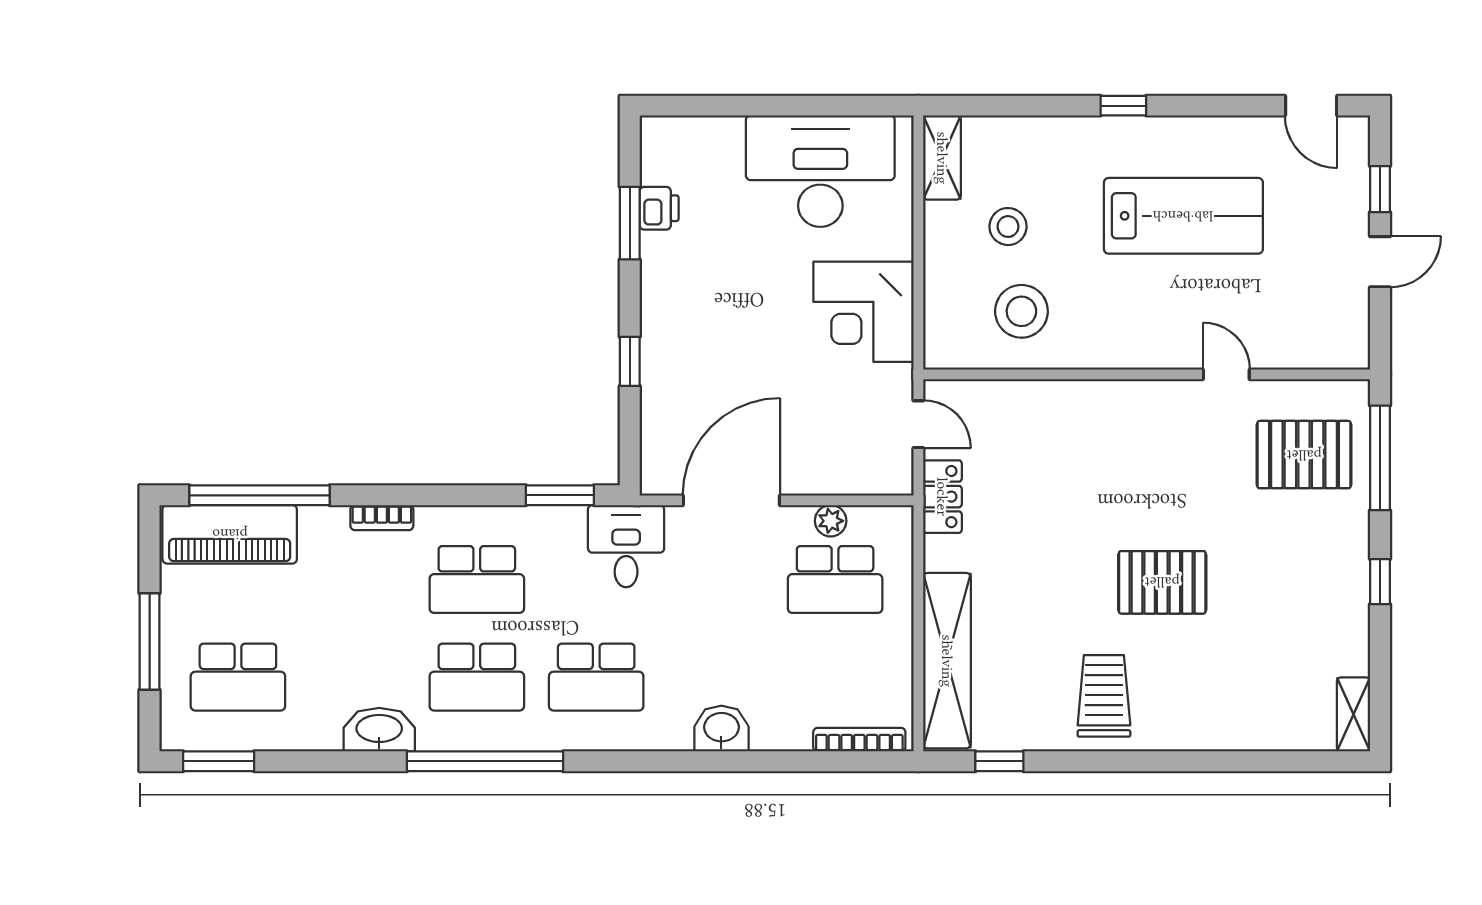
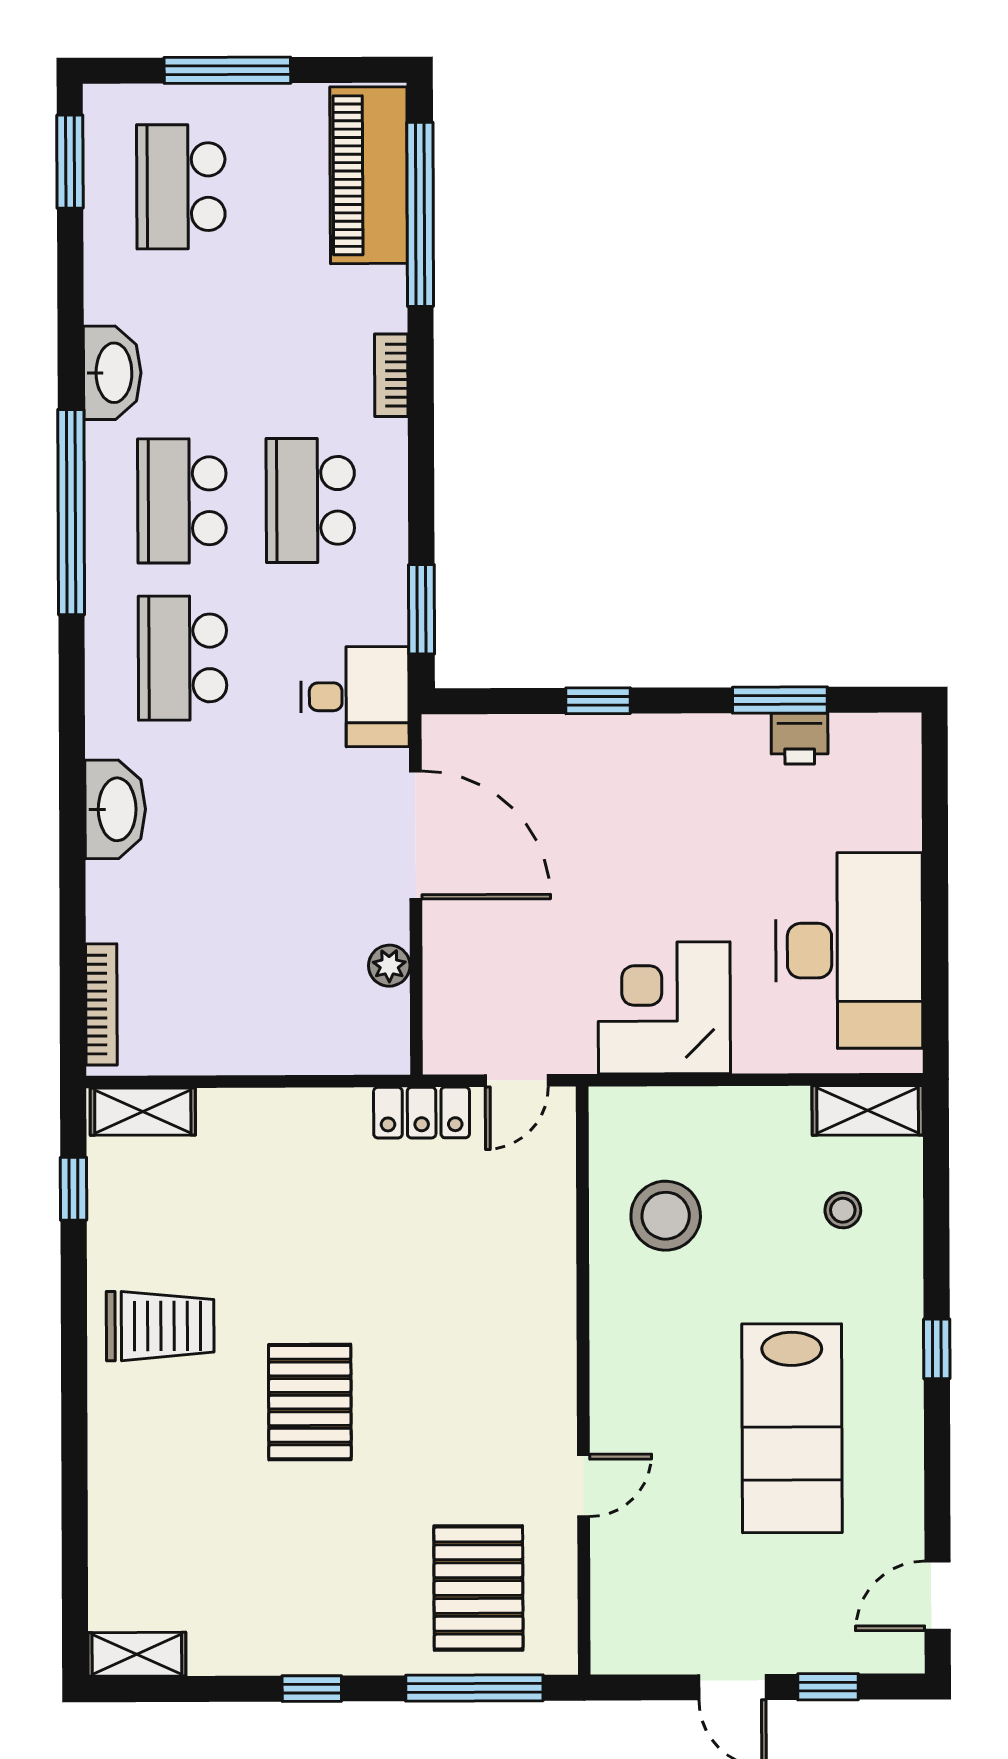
stool: (1008, 227) -> (843, 1210), moved, width x0.73, depth x0.73
school desk: (835, 580) -> (312, 972), removed
shelving: (947, 661) -> (143, 1112), width x0.45, depth x0.75
washbasin: (721, 729) -> (115, 809), width x1.38

